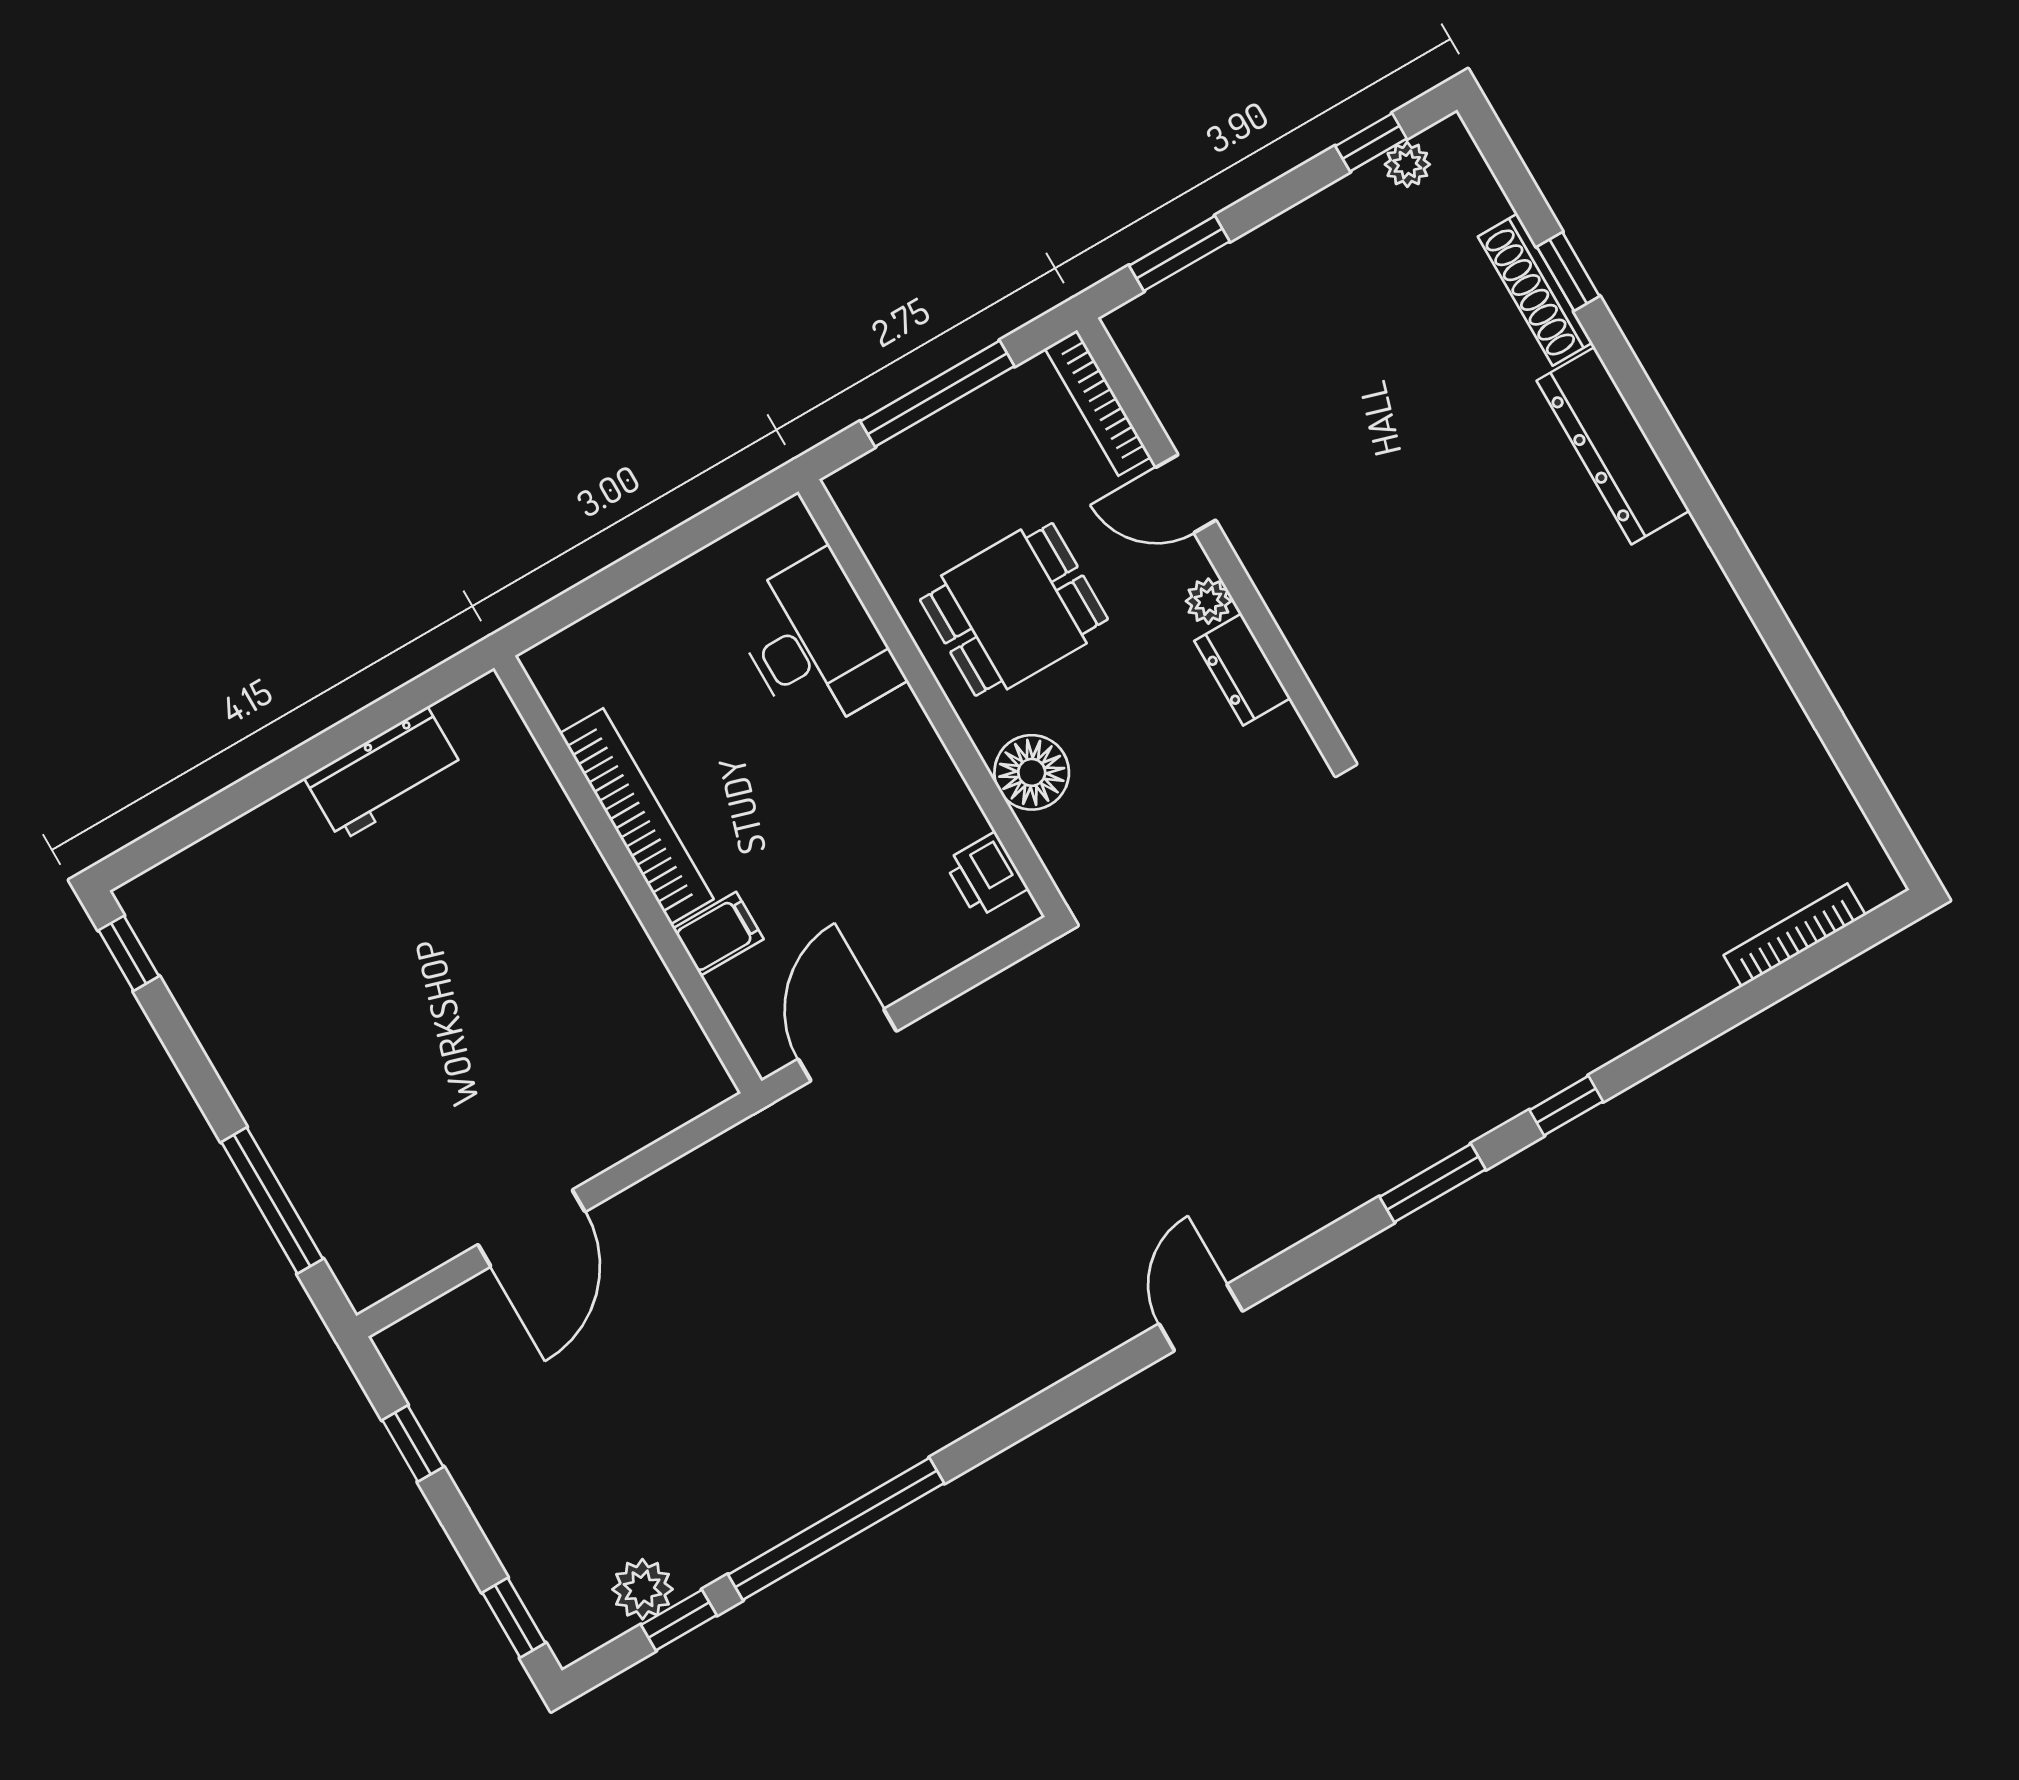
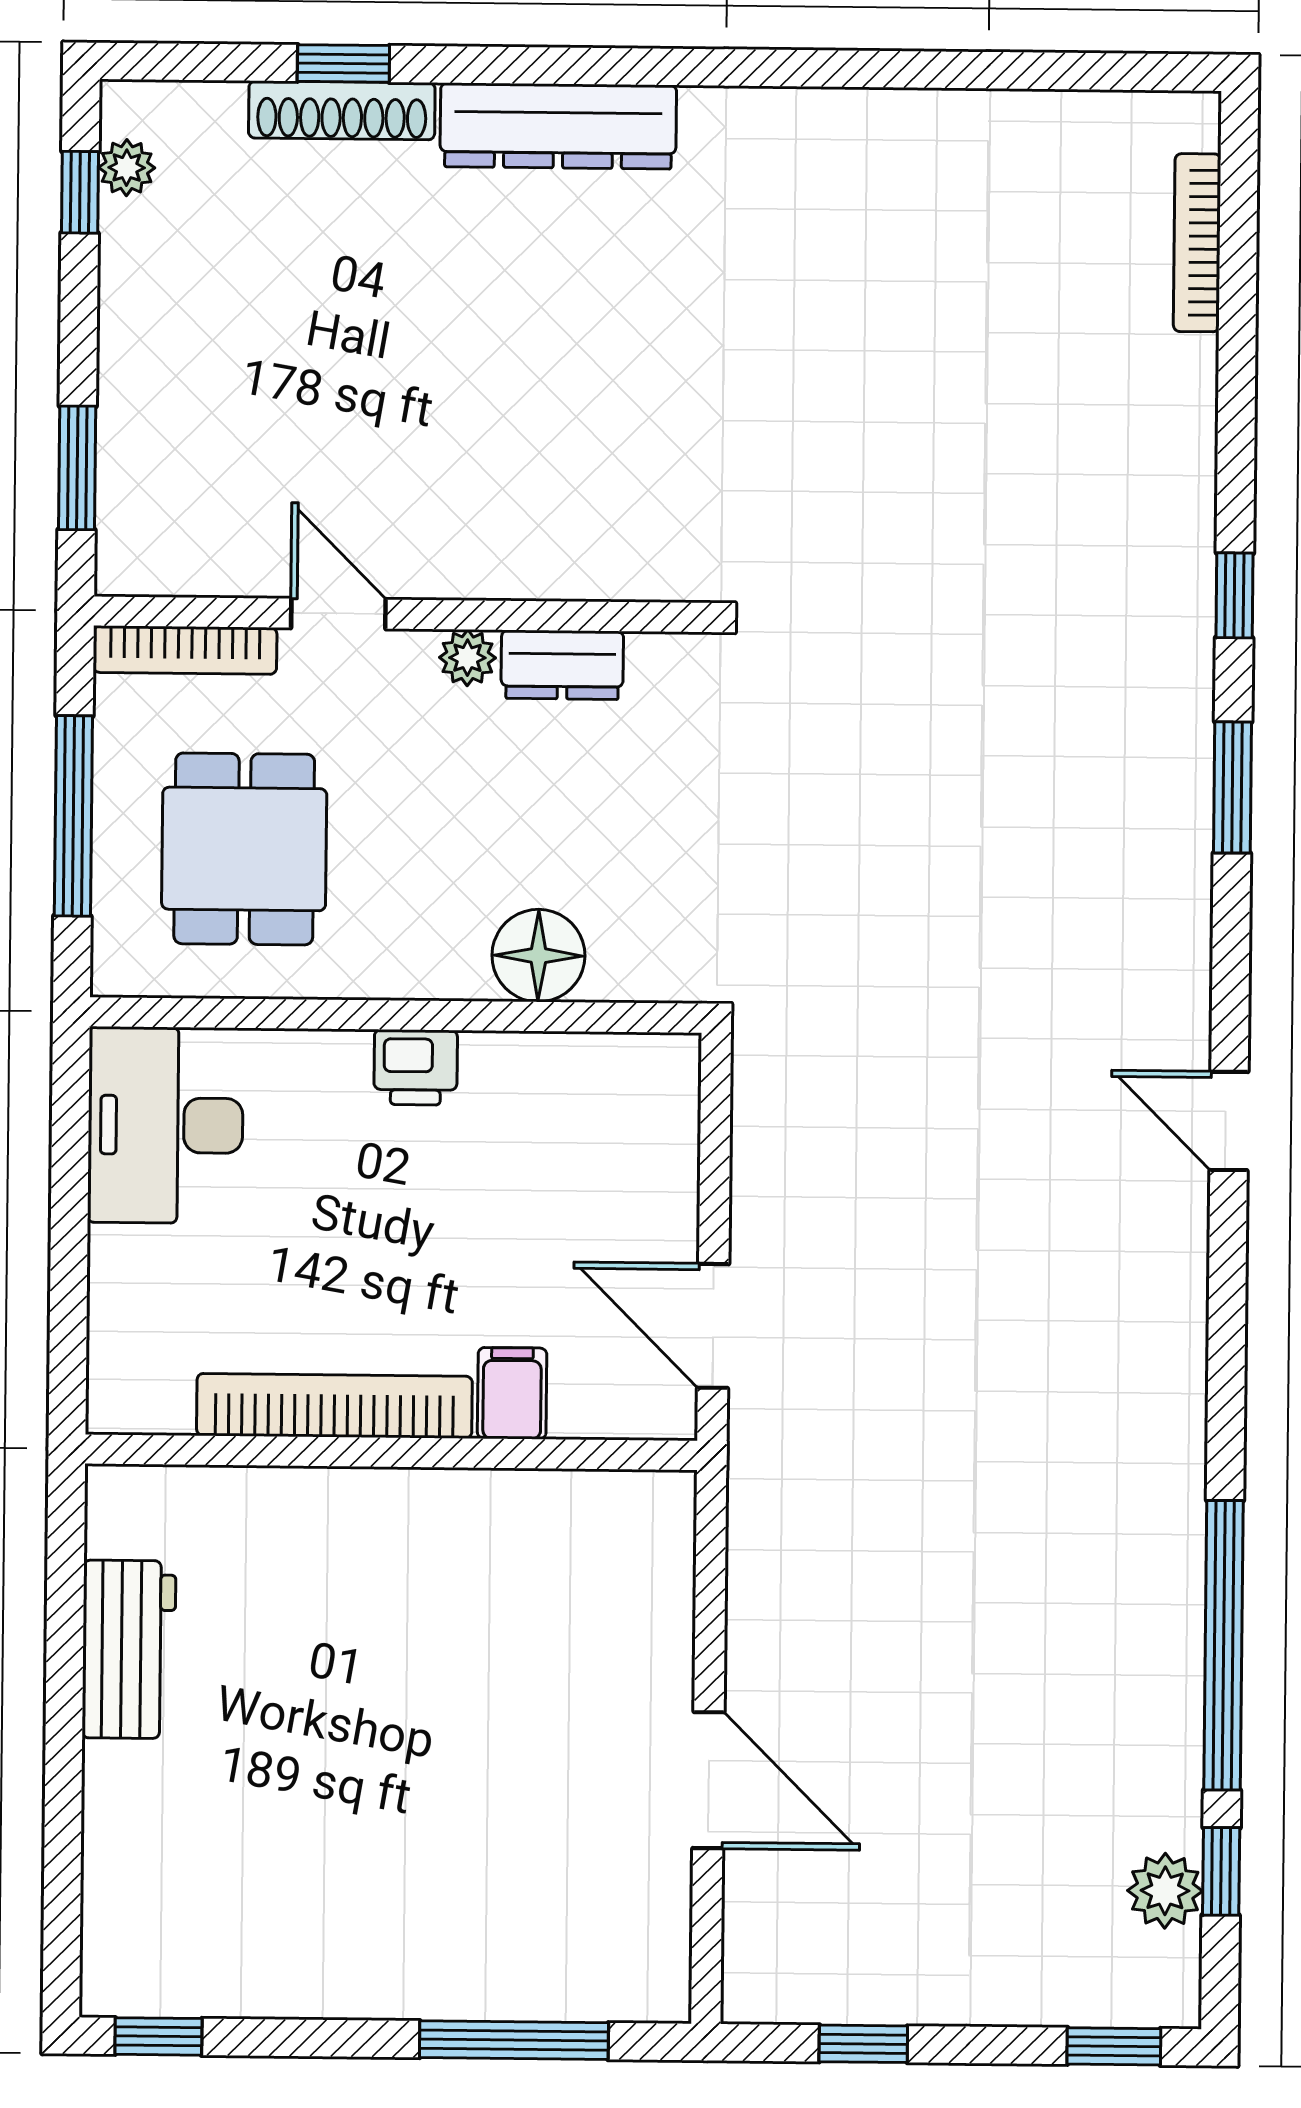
door: (1186, 494) -> (338, 614), swing flipped
dining table: (1014, 609) -> (244, 849), moved
desk: (815, 643) -> (165, 1125), moved, turned -90
printer: (986, 875) -> (416, 1067), moved

